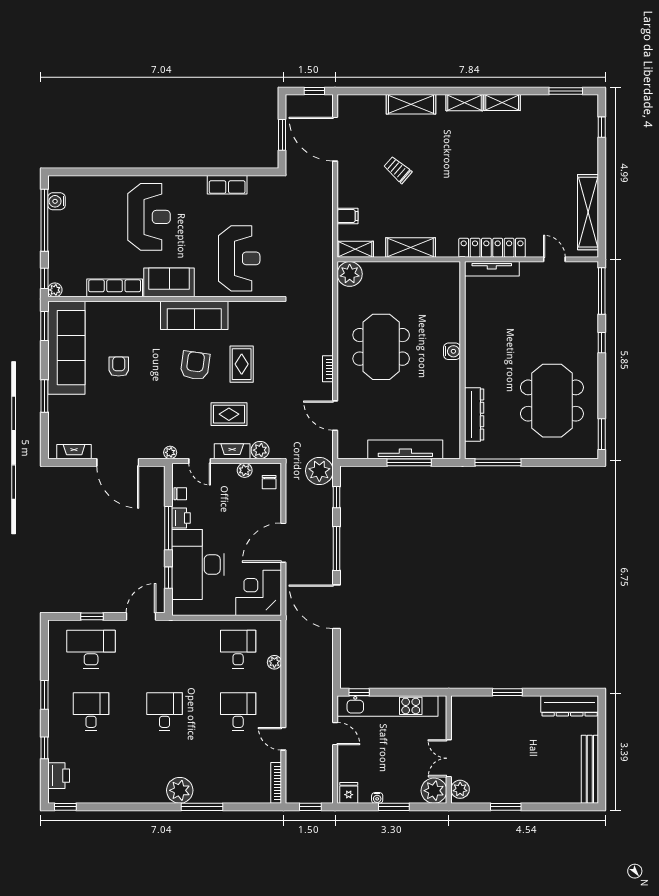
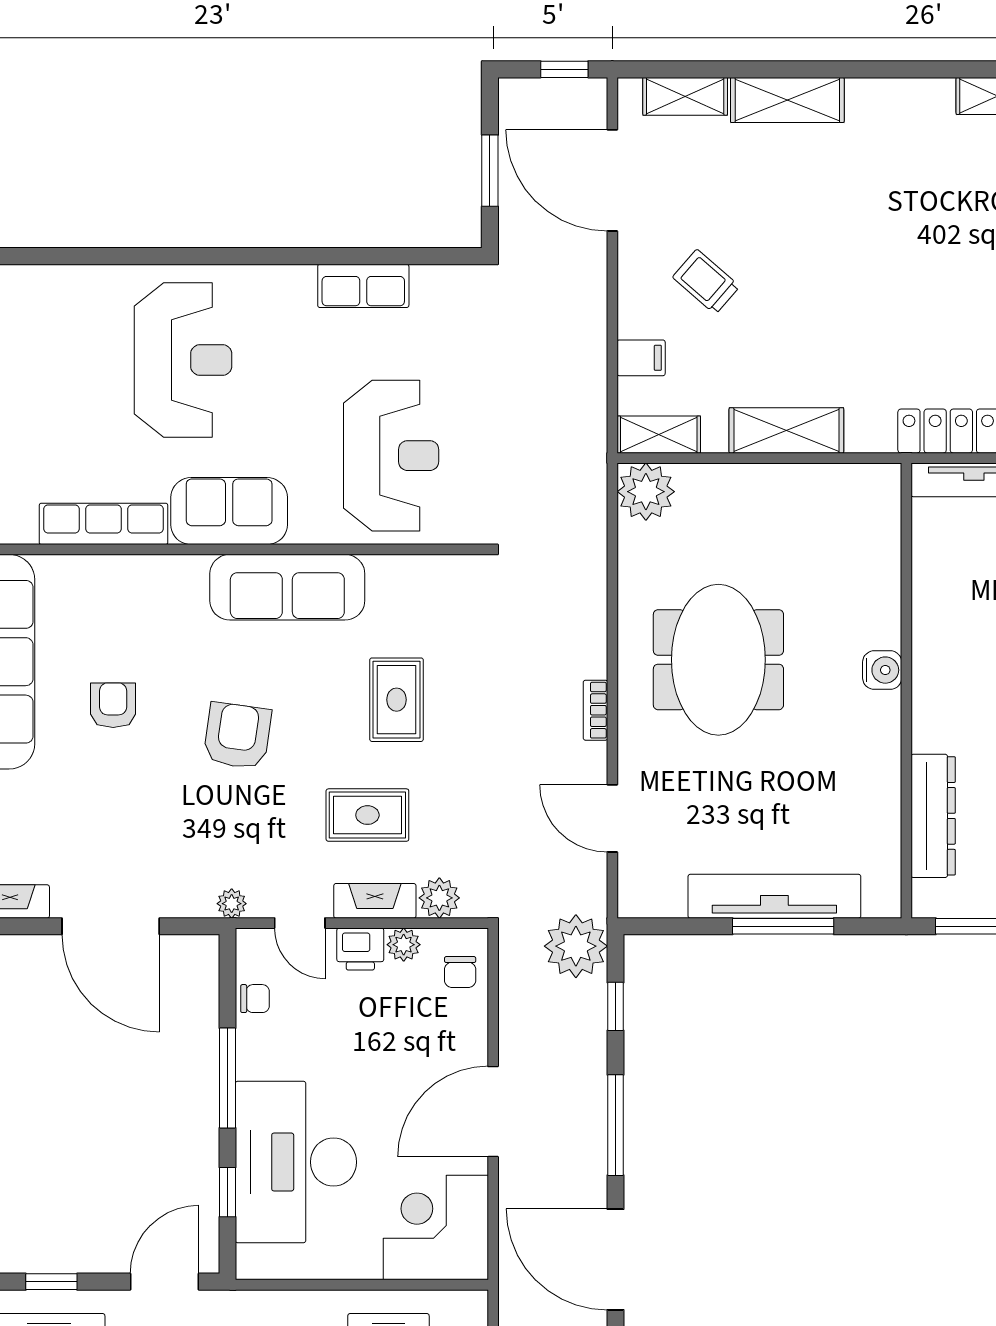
shelving: (464, 103) -> (685, 96), moved
trolley: (398, 170) -> (706, 282), moved
armchair: (195, 365) -> (237, 736), moved
printer: (181, 518) -> (360, 949), moved, turned 90

